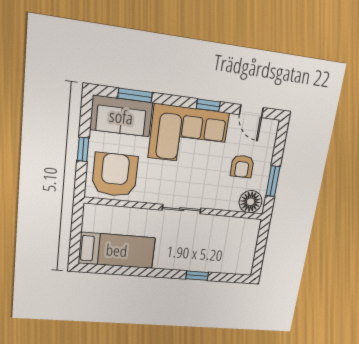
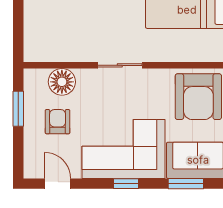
window: (208, 105) -> (126, 184), moved
floor lamp: (251, 202) -> (62, 82), moved

